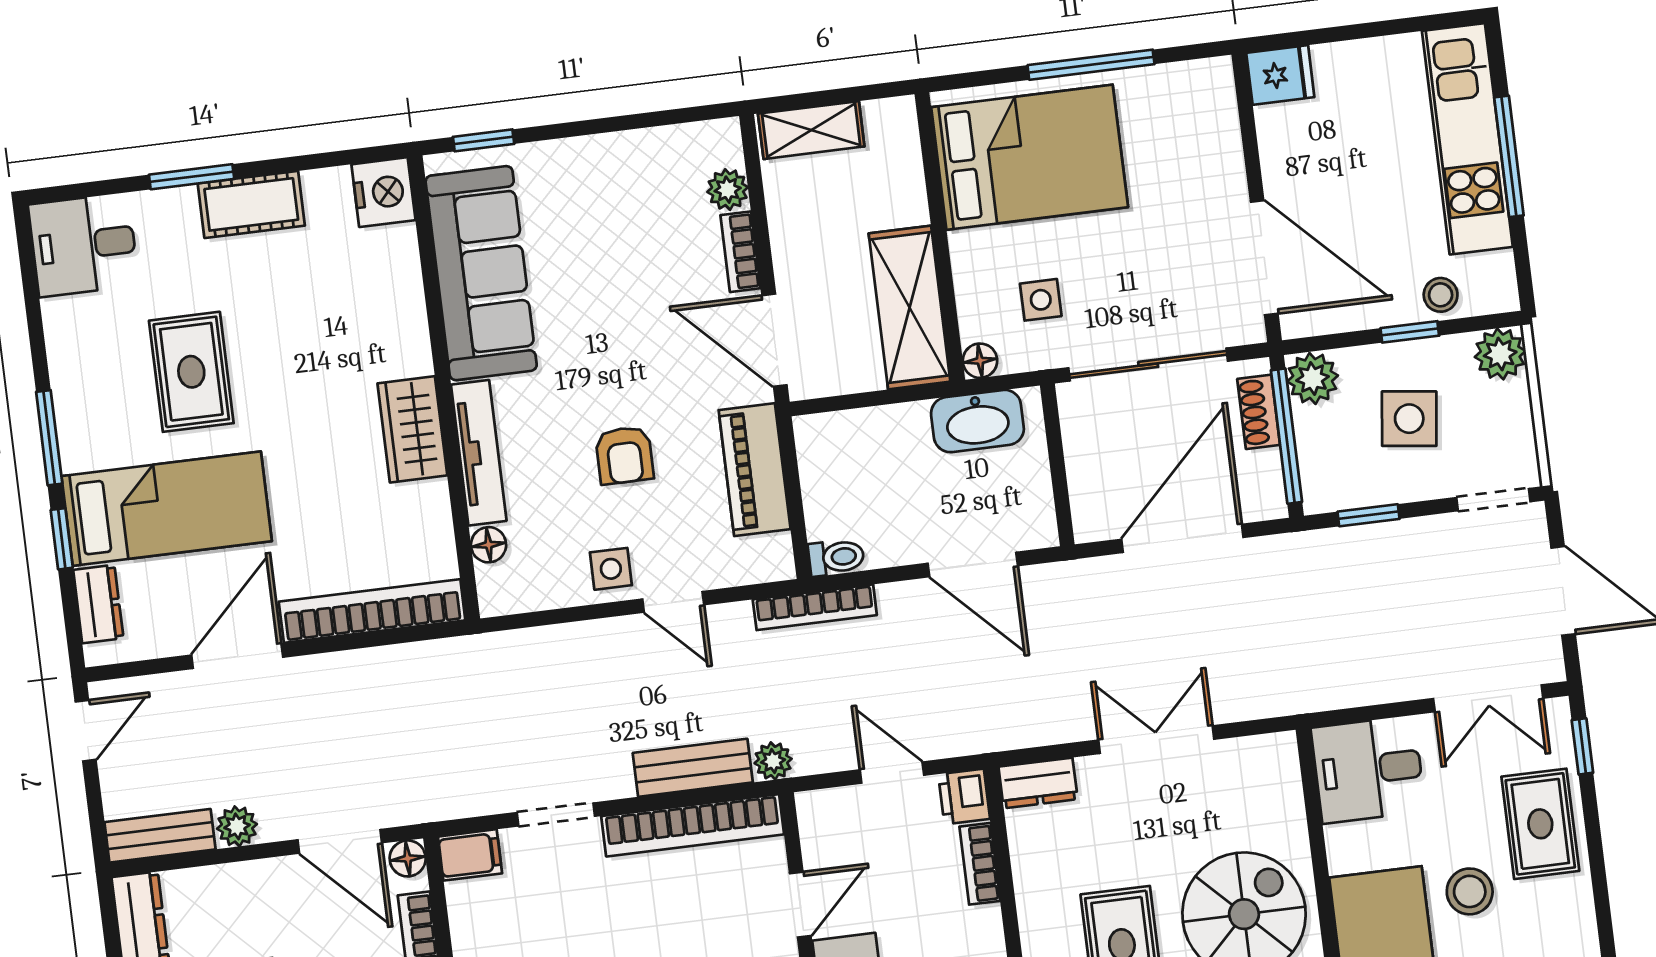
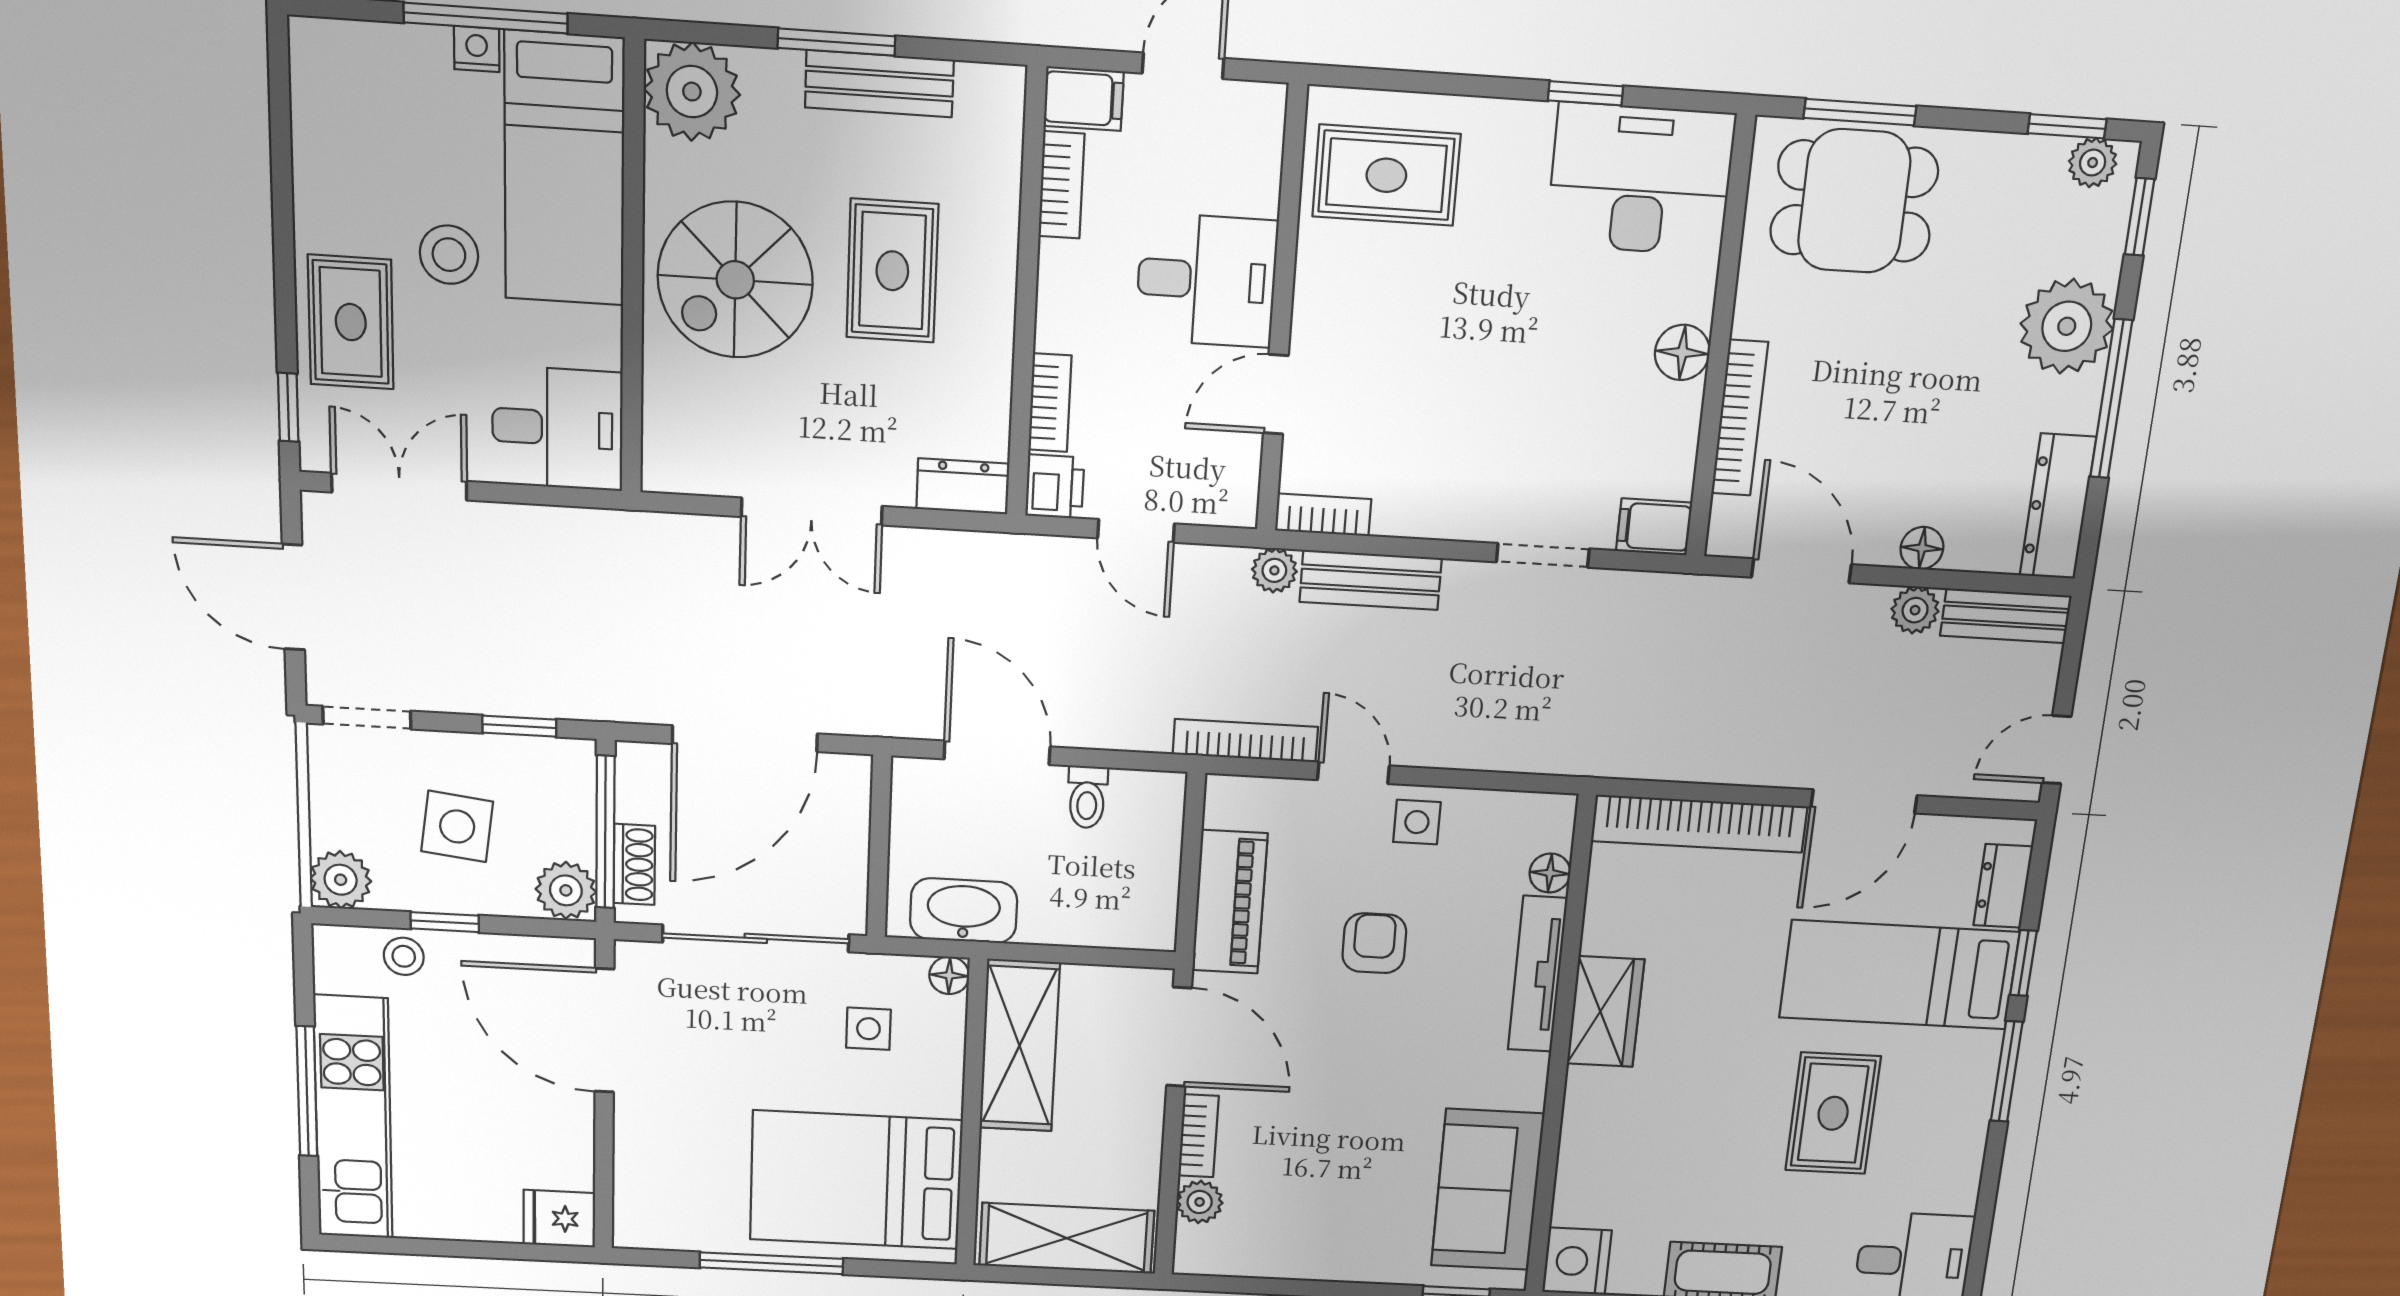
shelving: (811, 130) -> (1067, 1238), width x1.50, depth x1.33
sofa: (481, 273) -> (1488, 1190), width x0.73
toilet: (836, 557) -> (1087, 797), moved, turned -90
bookcase: (815, 607) -> (1245, 741), moved
bookcase: (693, 825) -> (1323, 515), width x0.43, depth x0.76
floor lamp: (408, 858) -> (1922, 548), moved

